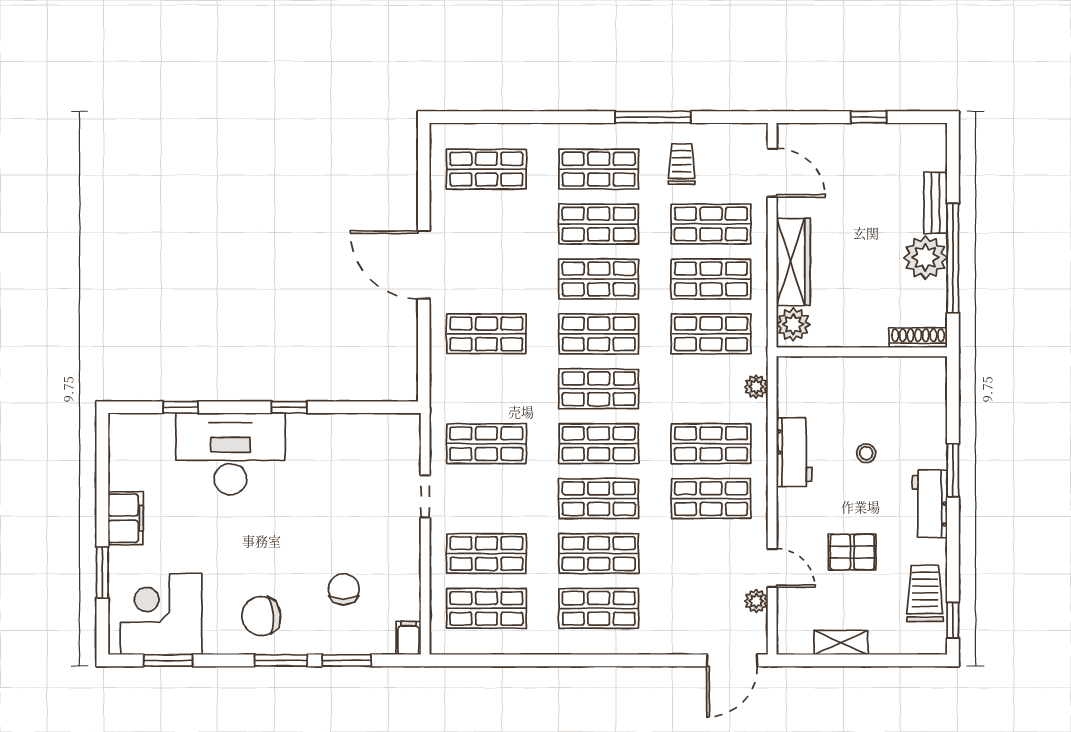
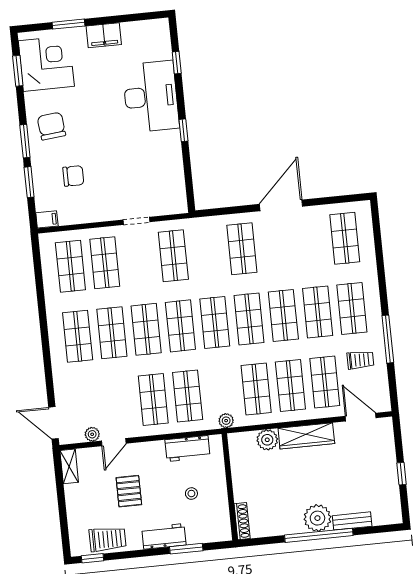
door: (772, 173) -> (361, 417), swing flipped
shoe rack: (918, 338) -> (242, 521), moved
wall: (862, 352) -> (230, 487), moved
shelving: (841, 643) -> (69, 466), moved

